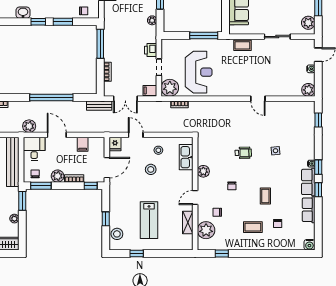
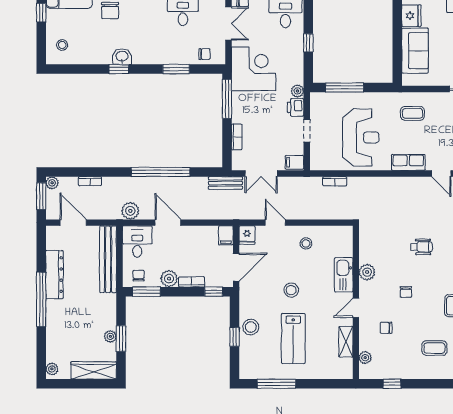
plant: (152, 20) -> (297, 91), moved
window: (38, 22) -> (119, 69), moved
corner desk: (120, 22) -> (253, 69), added
window: (204, 35) -> (345, 87), moved
coffee table: (242, 45) -> (413, 113), moved
plant: (170, 88) -> (322, 159), removed
row of seats: (234, 91) -> (408, 162), added
filing cabinet: (83, 144) -> (226, 235), moved
kitchen sink: (186, 157) -> (344, 275), moved
stool: (151, 169) -> (291, 290), moved
window: (22, 201) -> (121, 339), moved
plant: (206, 230) -> (365, 358), width x0.53, depth x0.53
stool: (117, 234) -> (251, 327), moved
window: (137, 253) -> (277, 384), width x2.17

